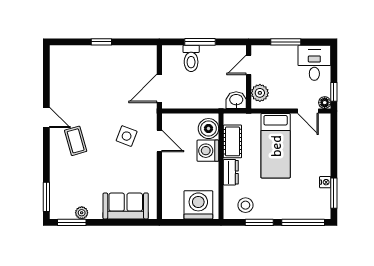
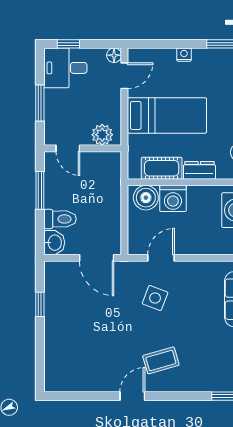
window: (101, 42) -> (40, 304), moved
window: (200, 42) -> (40, 190), moved
window: (334, 92) -> (68, 44), moved
washbasin: (236, 100) -> (54, 243), moved, turned 180
nightstand: (325, 182) -> (184, 55), moved

